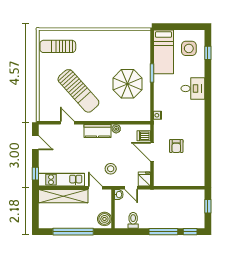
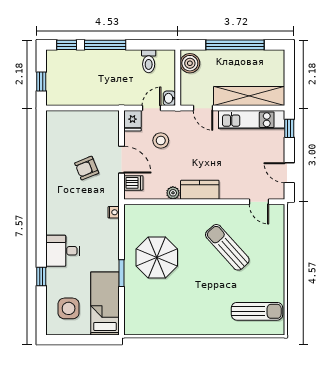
window: (208, 53) -> (41, 276), moved
sun lounger: (78, 91) -> (227, 247), width x0.73, depth x0.75
door: (67, 123) -> (259, 202), moved
armchair: (176, 146) -> (87, 168), turned -112
stool: (111, 169) -> (161, 141), moved
door: (131, 188) -> (152, 108), hinge flipped

